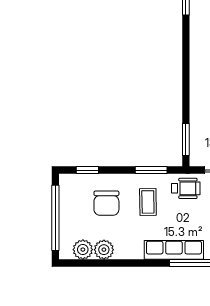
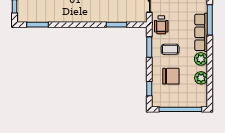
window: (186, 140) -> (116, 25), moved
wheelchair: (186, 188) -> (161, 25), turned 180
plant: (83, 250) -> (201, 59), moved

